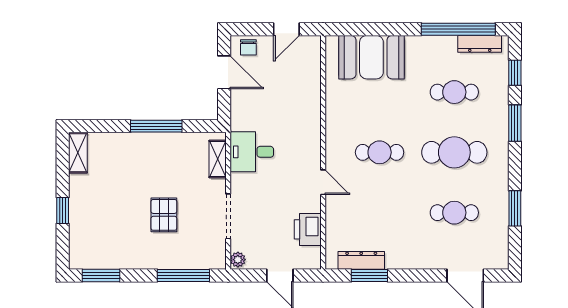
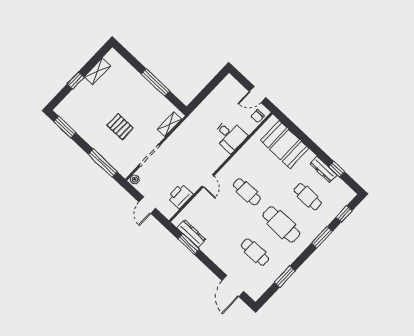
window: (458, 29) -> (337, 169), width x0.32
dresser: (480, 44) -> (323, 169), moved
chair: (248, 47) -> (257, 116), moved
door: (224, 72) -> (210, 87), removed
desk: (252, 152) -> (230, 136), moved, turned 180
shelving: (78, 153) -> (97, 71), moved
pallet: (164, 215) -> (120, 127), turned 90

